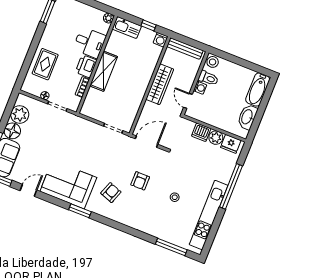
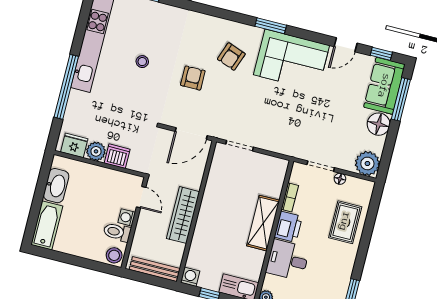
plant: (20, 114) -> (367, 163), moved

